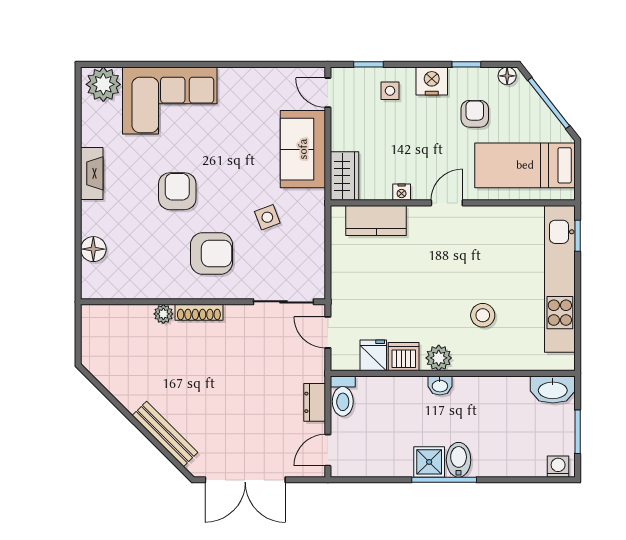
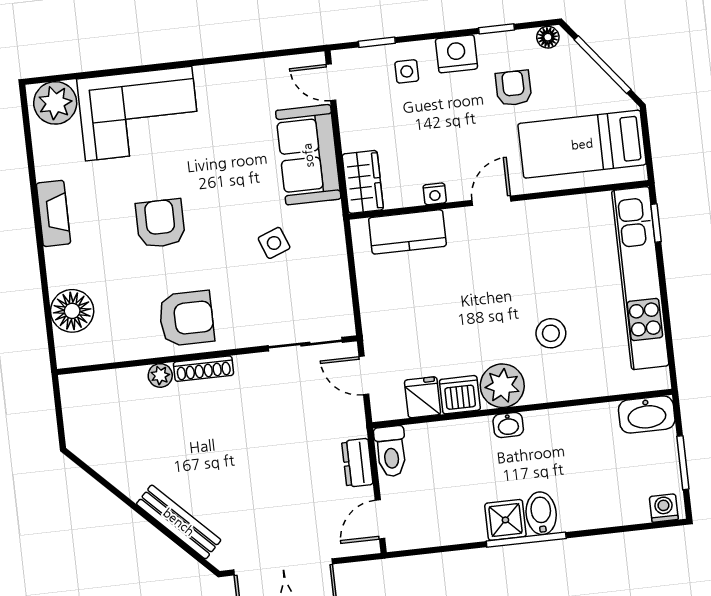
floor lamp: (93, 249) -> (72, 311), width x1.38, depth x1.38
armchair: (211, 253) -> (186, 318), moved
plant: (439, 358) -> (502, 386), width x1.36, depth x1.36

